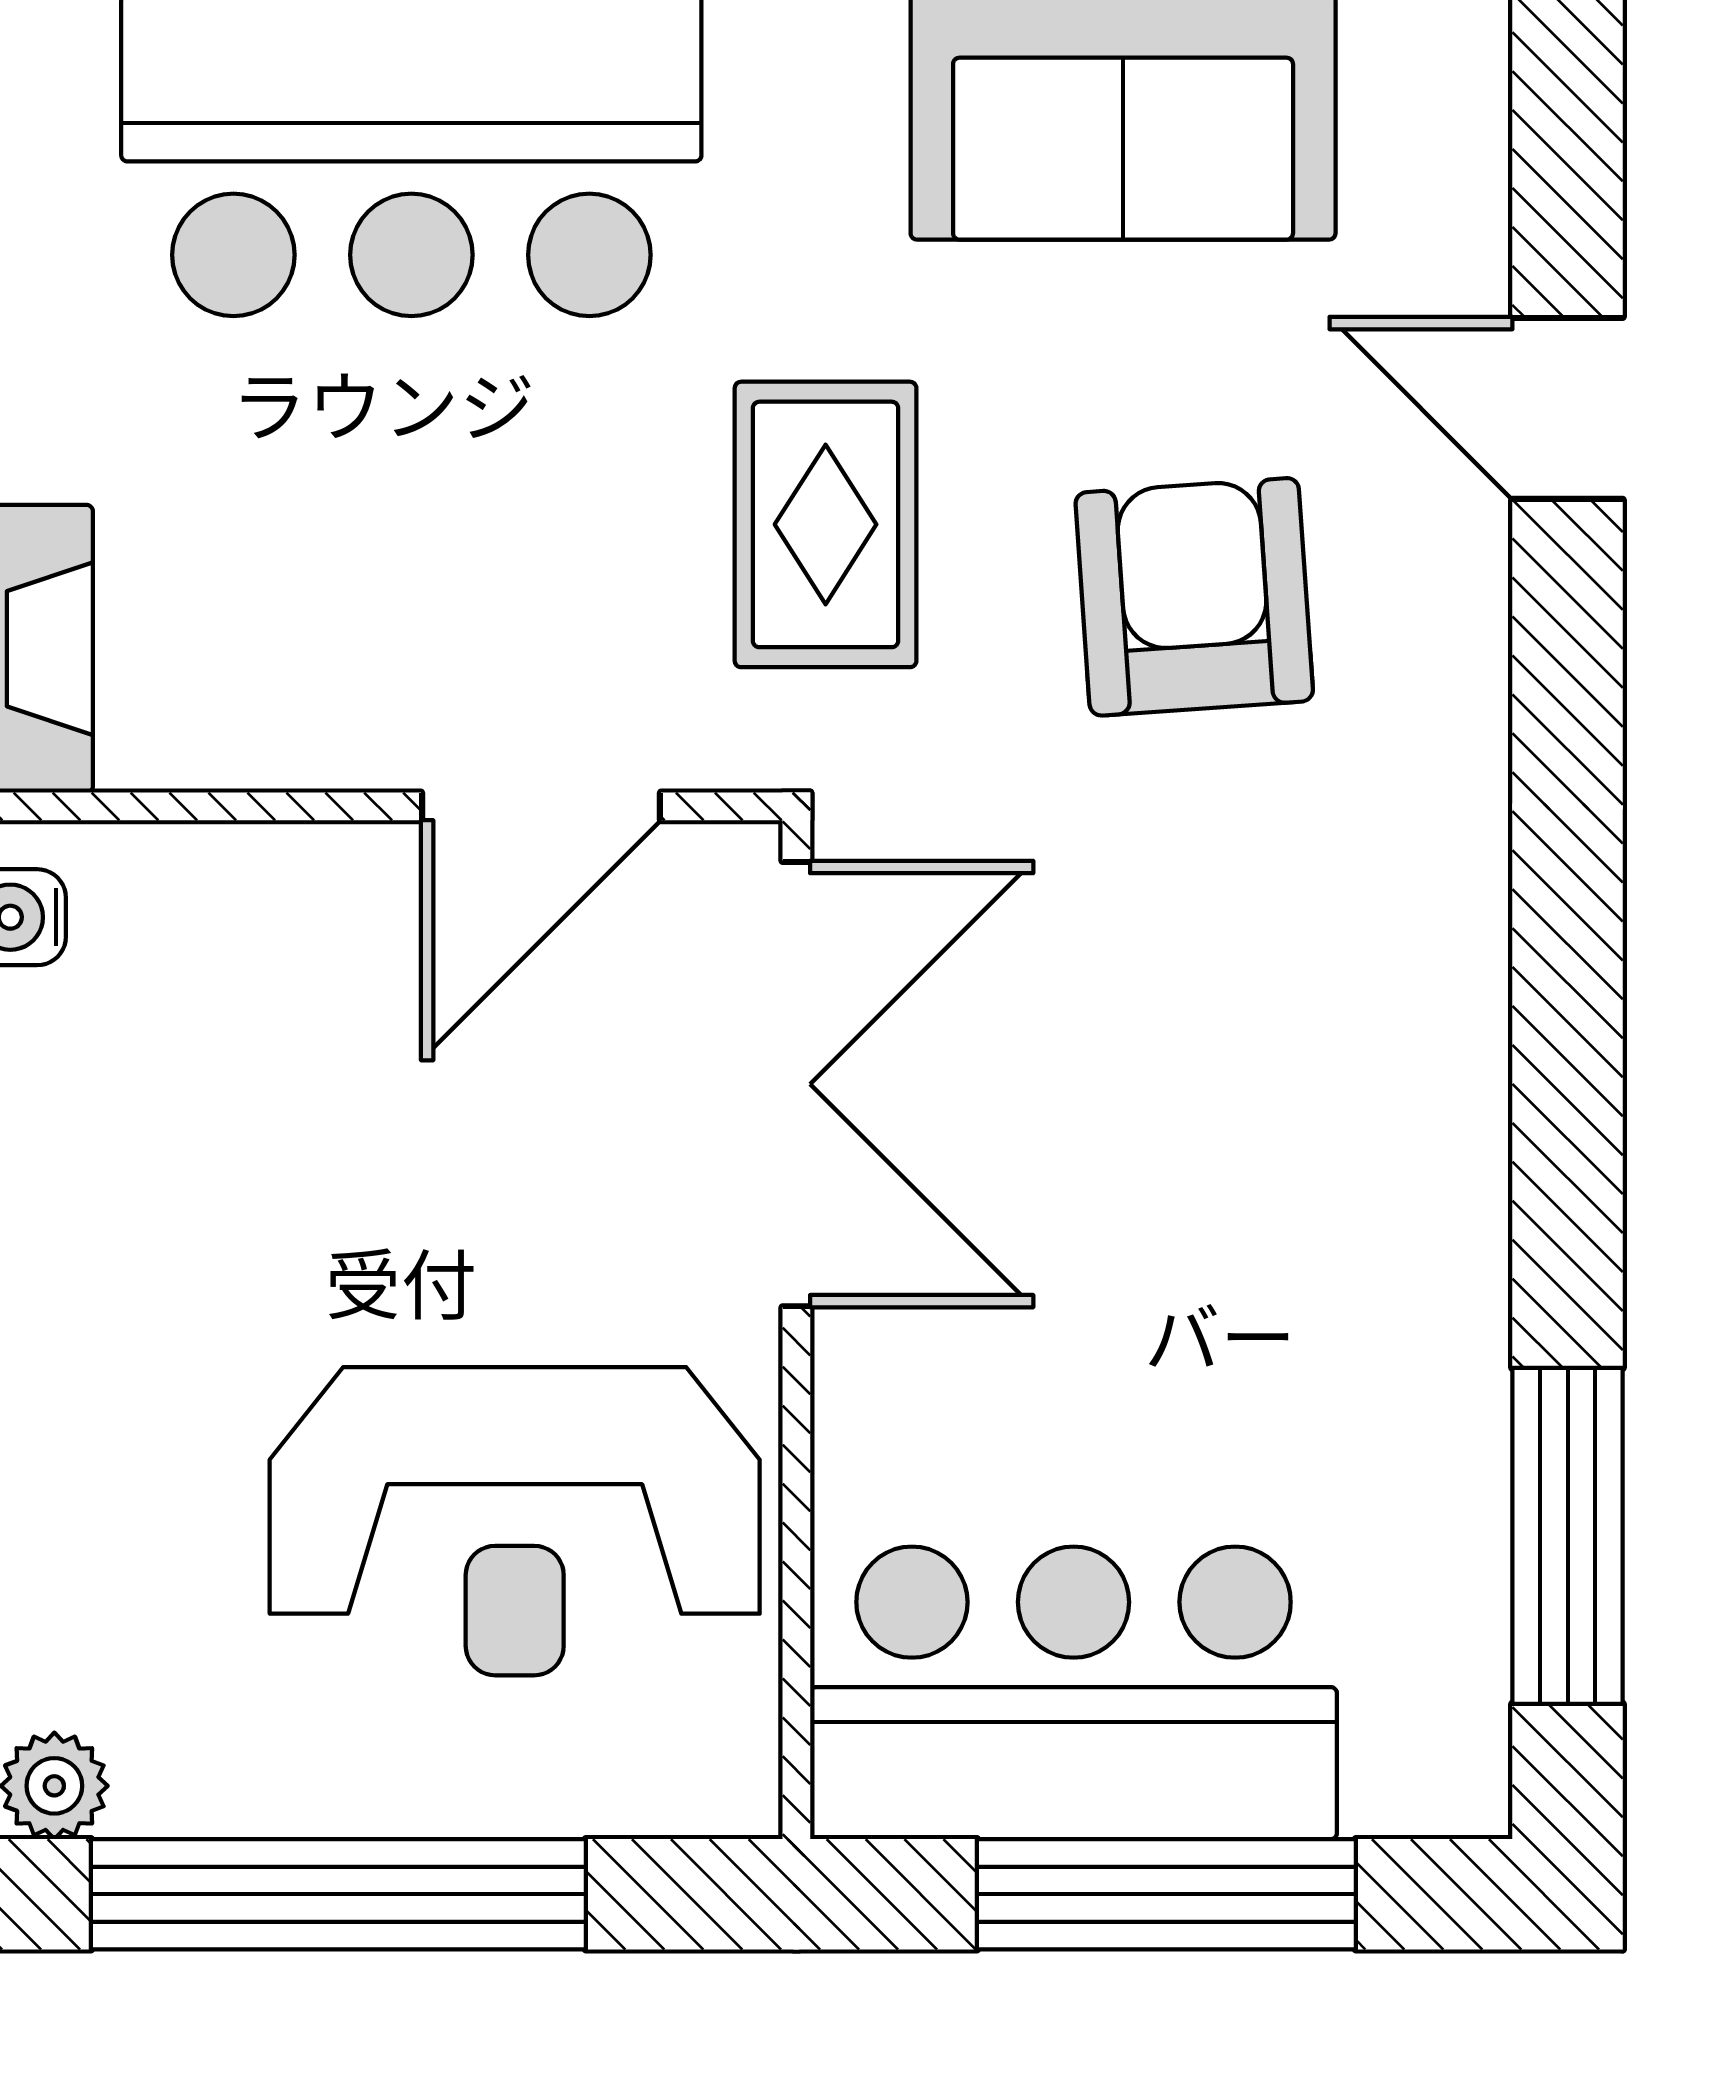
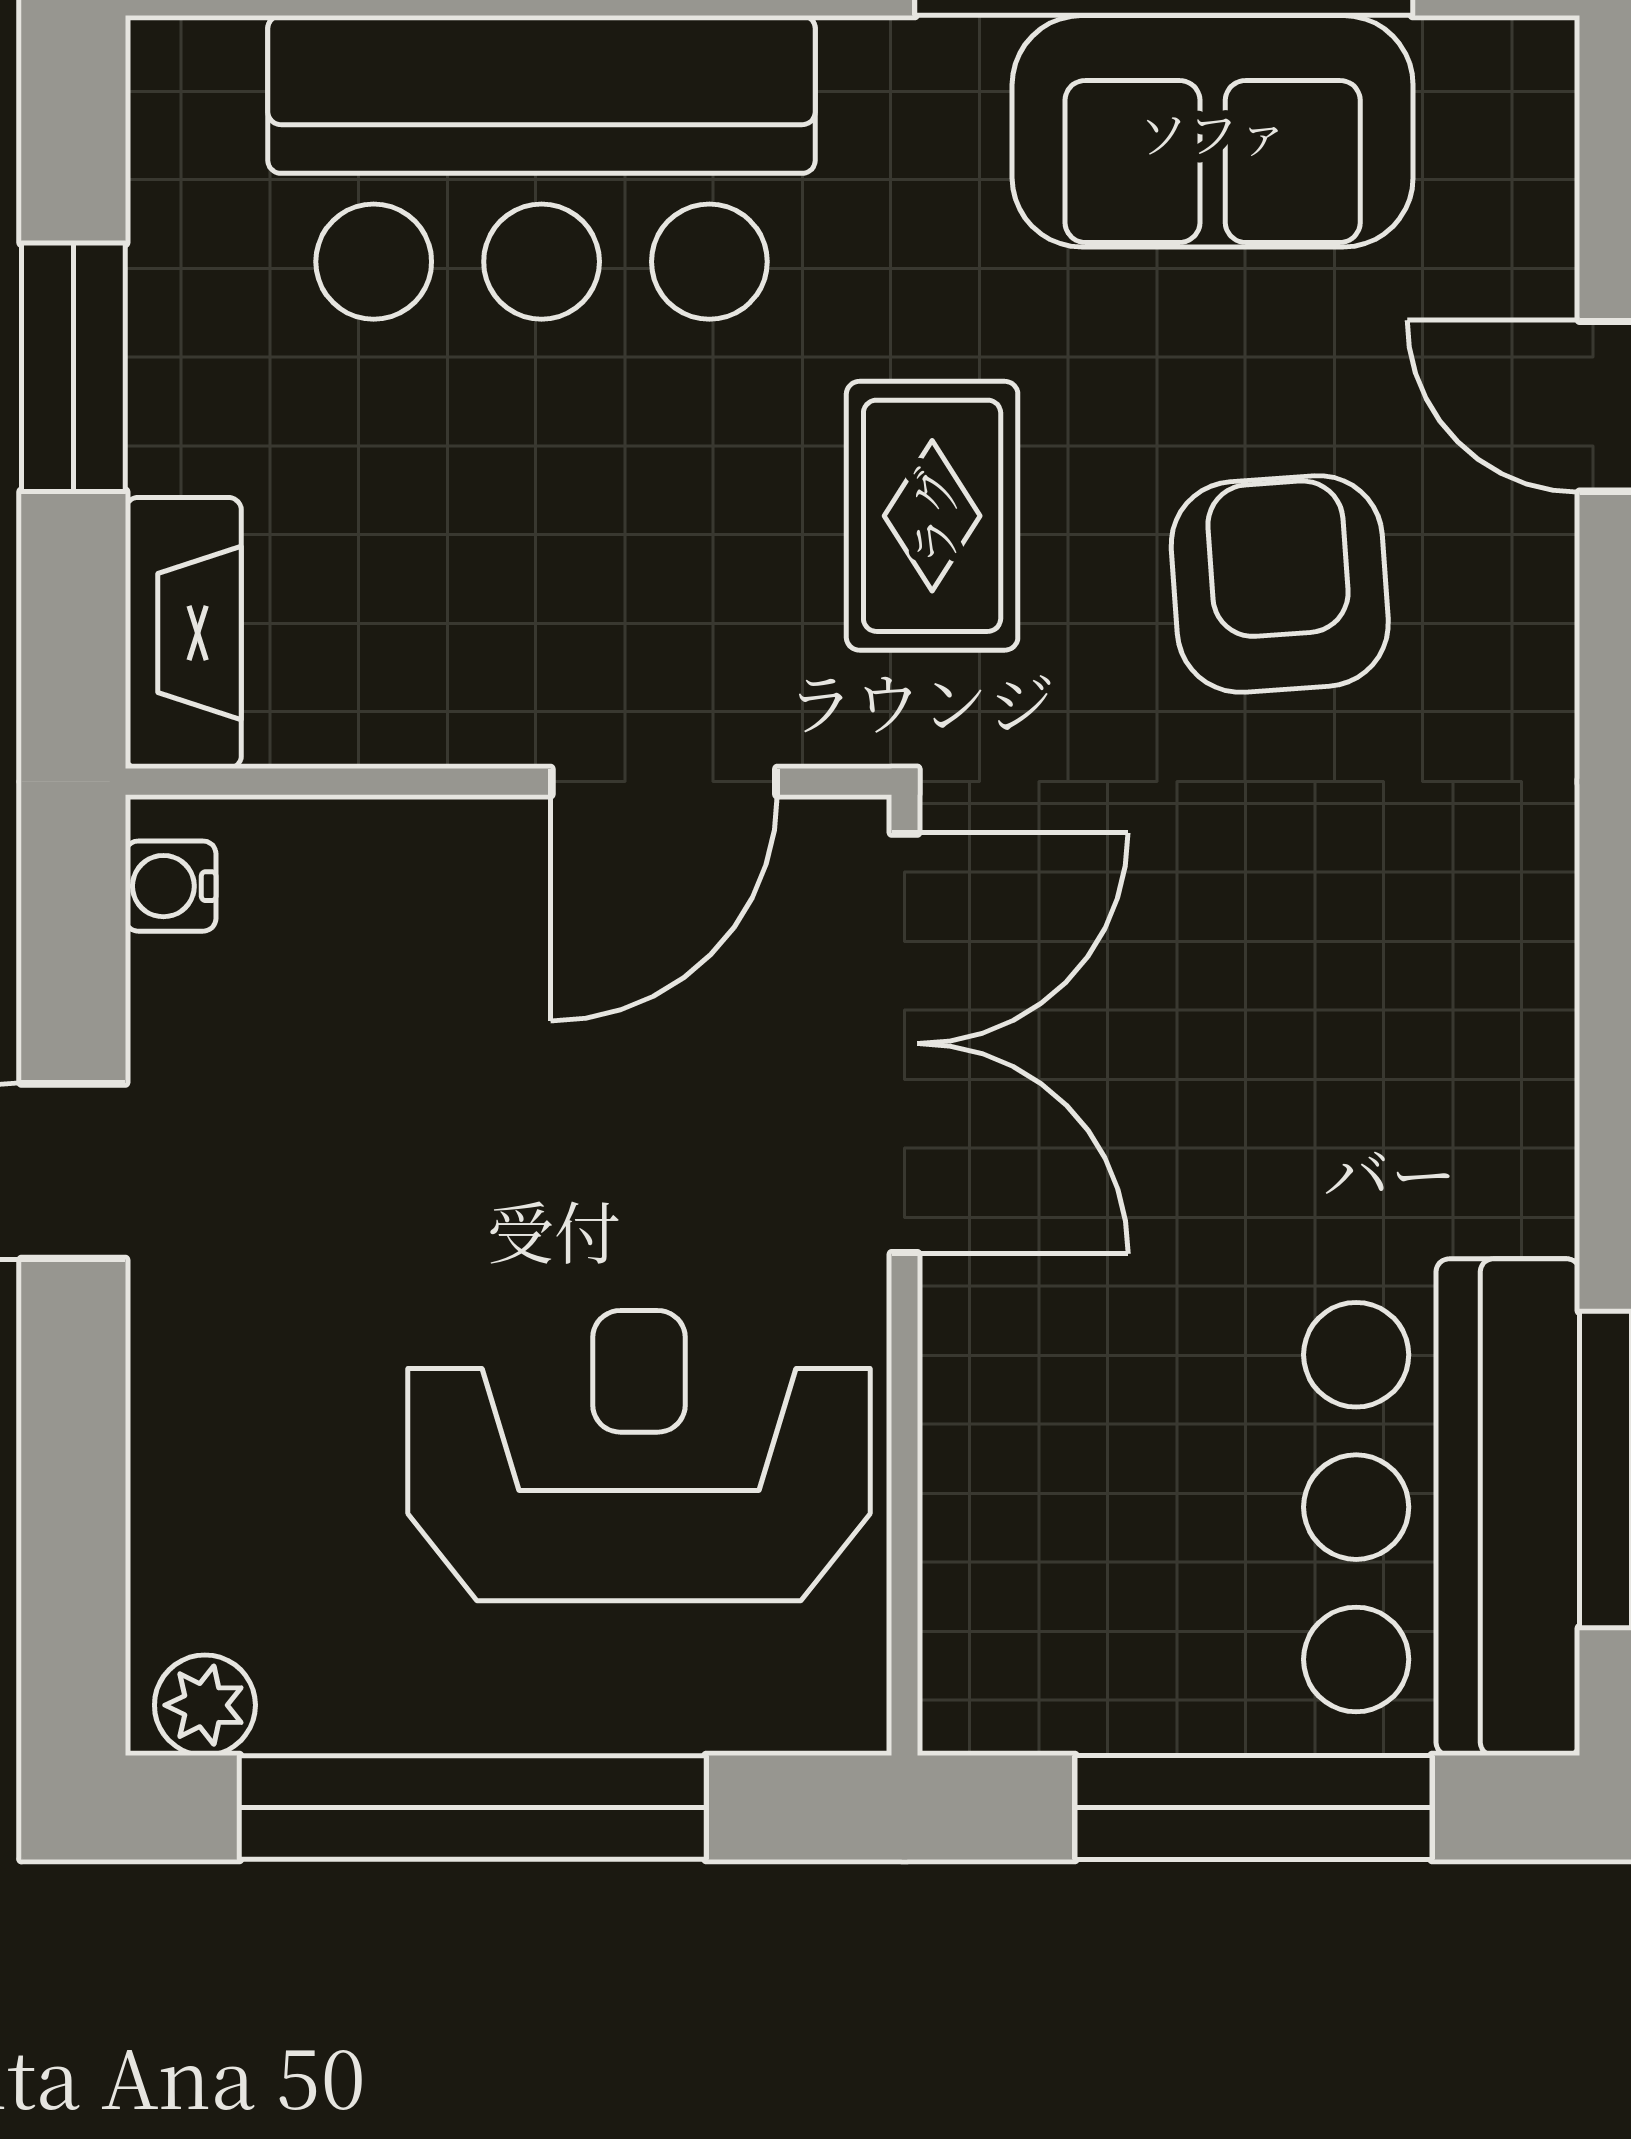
reception desk: (515, 1521) -> (639, 1456), turned 180
bar counter: (1074, 1693) -> (1442, 1507), moved, turned -90

